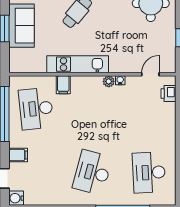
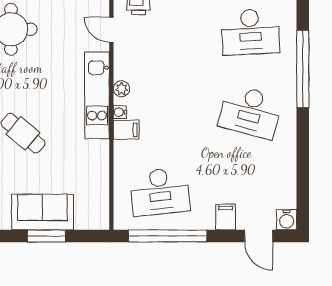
kitchen unit: (78, 64) -> (97, 96), moved
water cooler: (120, 80) -> (120, 112), moved
filing cabinet: (63, 85) -> (126, 130), moved

